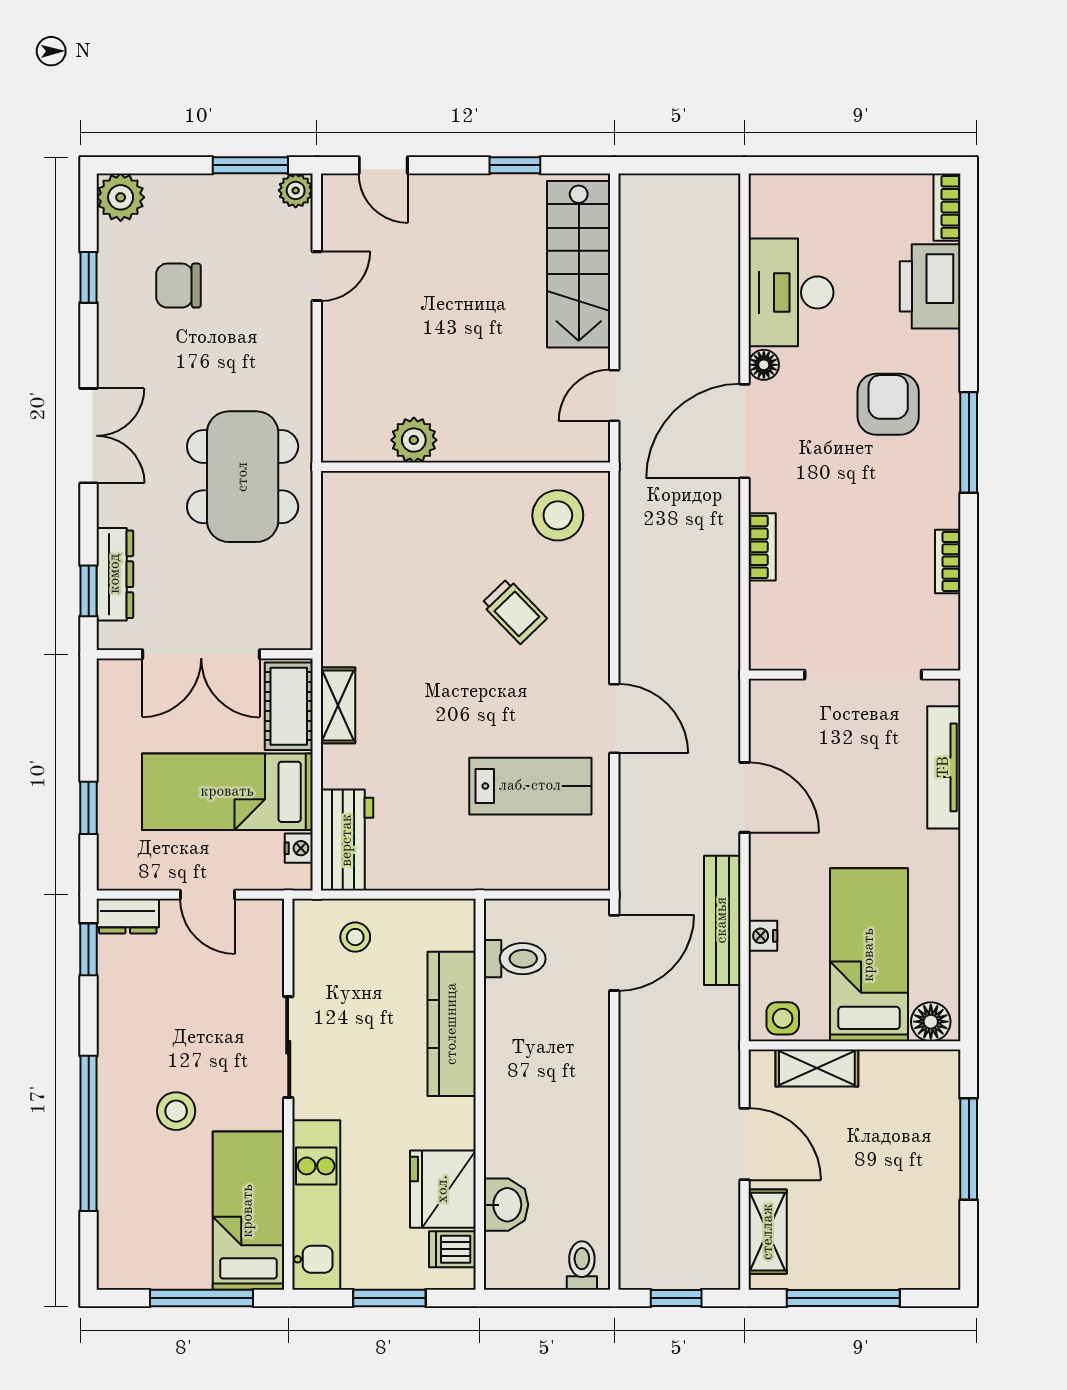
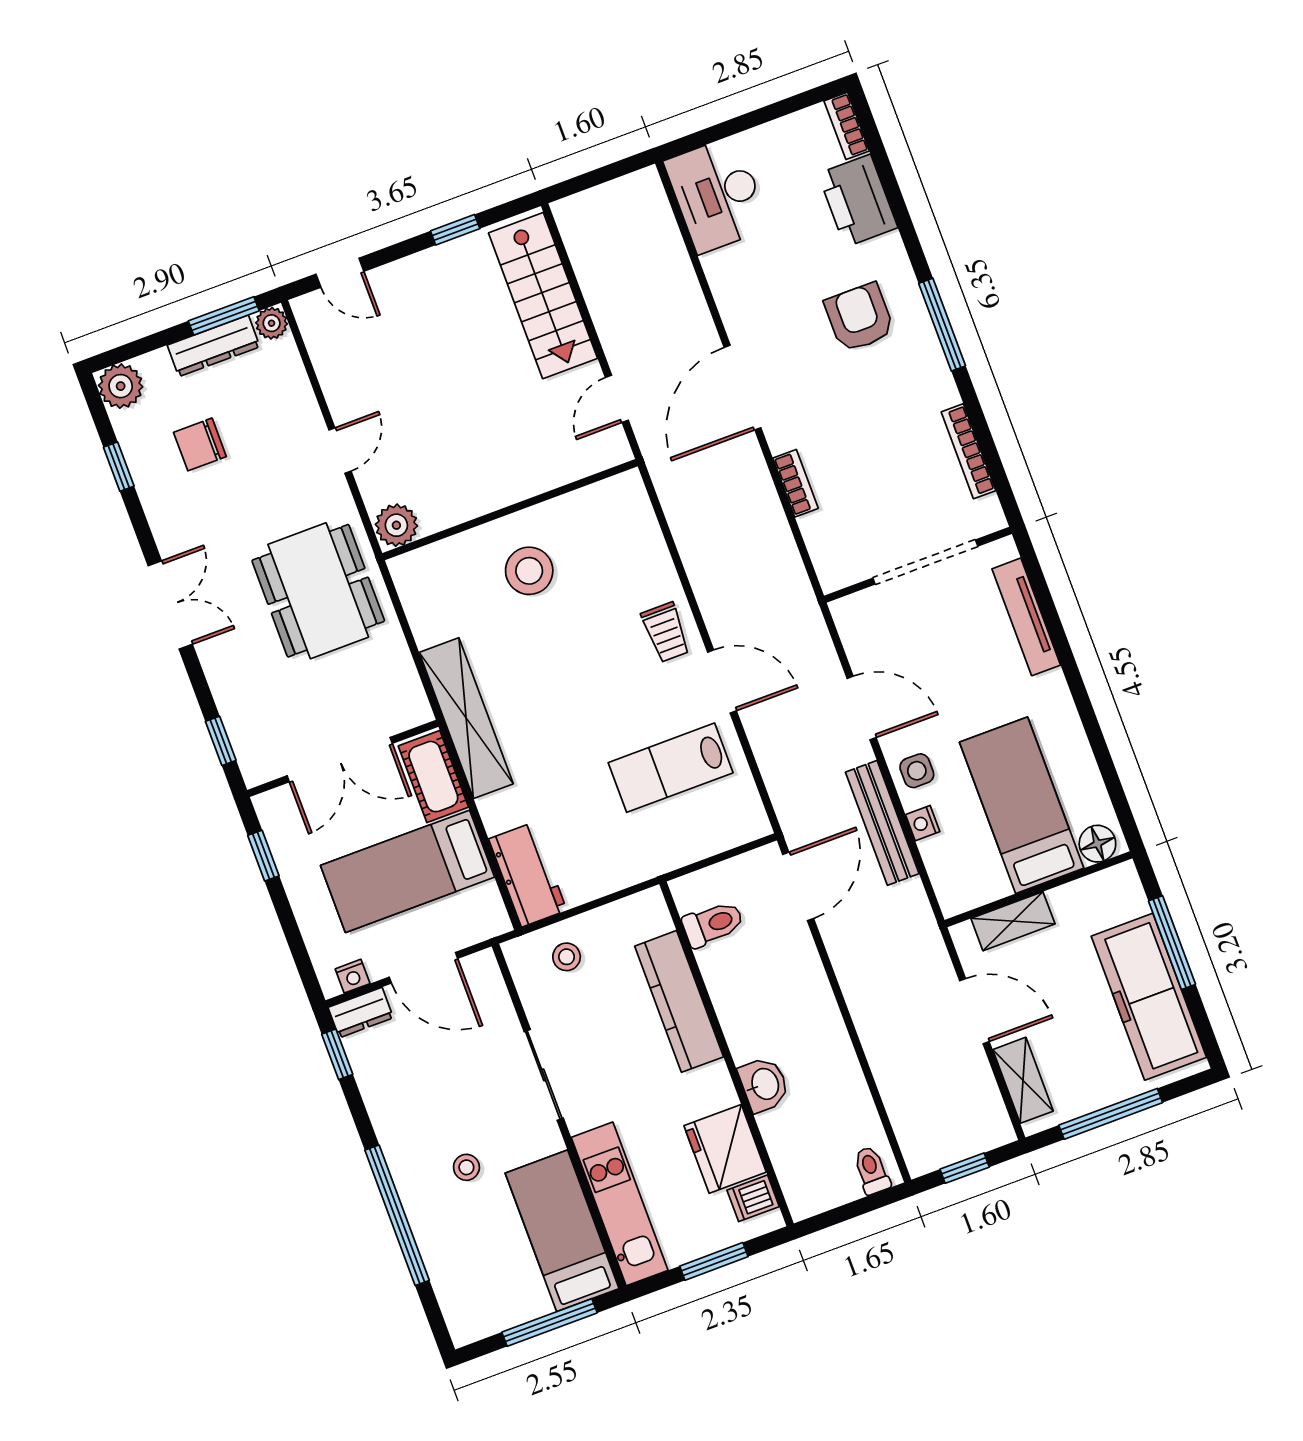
door: (317, 276) -> (340, 451), moved
desk: (791, 292) -> (717, 195), moved
floor lamp: (764, 365) -> (738, 323), removed
plant: (414, 440) -> (396, 525), moved
stool: (558, 515) -> (529, 571), moved
bookcase: (948, 561) -> (968, 451), width x1.56
dresser: (115, 574) -> (214, 346), moved, turned 90
trolley: (514, 611) -> (666, 632), moved, turned 44
shelving: (338, 705) -> (466, 718), width x2.20, depth x1.33
lab bench: (530, 786) -> (671, 768), turned 180
window: (89, 808) -> (263, 856), moved
nightstand: (299, 848) -> (353, 976), moved, turned 90
door: (207, 895) -> (423, 968), width x1.38
side table: (783, 1018) -> (917, 771), moved
stool: (176, 1111) -> (466, 1167), width x0.73, depth x0.73
freezer: (925, 1195) -> (1149, 997), added
washbasin: (506, 1205) -> (764, 1084), moved

